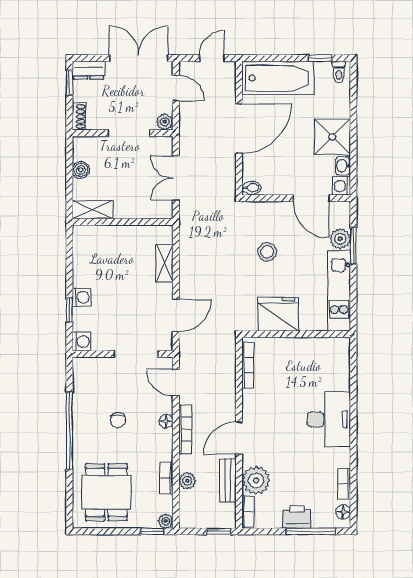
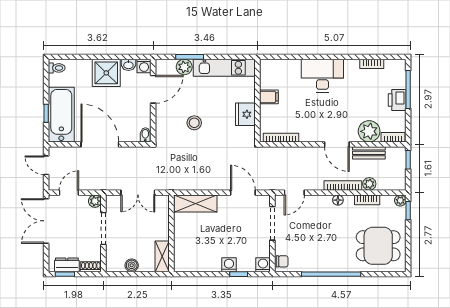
window: (320, 58) -> (46, 113), moved
dresser: (89, 70) -> (67, 265), moved, turned -90
shelving: (165, 263) -> (196, 203), width x1.50, depth x1.33
fridge: (278, 314) -> (245, 114), width x0.73, depth x0.75
filing cabinet: (301, 349) -> (269, 97), added
chair: (118, 420) -> (282, 261), moved
floor lamp: (166, 421) -> (338, 200), moved
bookcase: (185, 429) -> (343, 186), moved
floor lamp: (343, 512) -> (393, 65), removed

